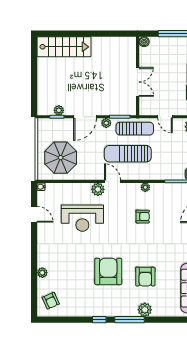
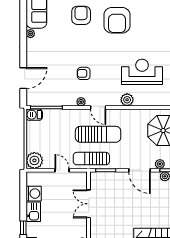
door: (85, 117) -> (139, 170), swing flipped
plant: (106, 123) -> (160, 164), moved
door: (113, 181) -> (98, 107), moved

